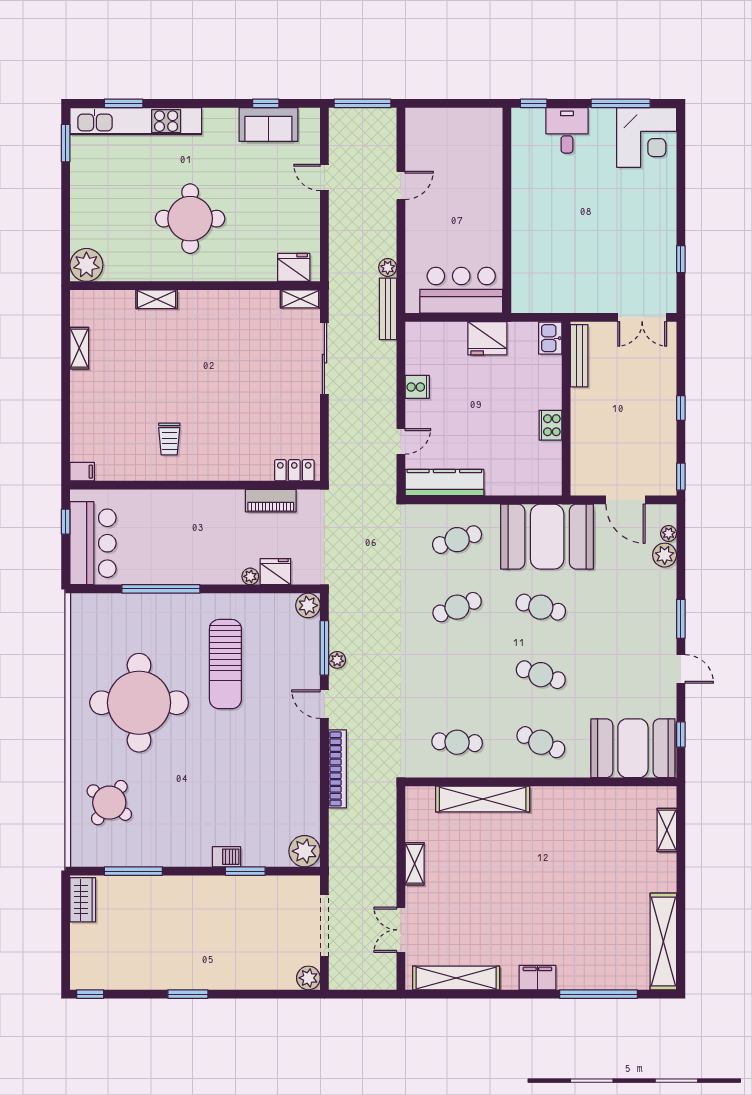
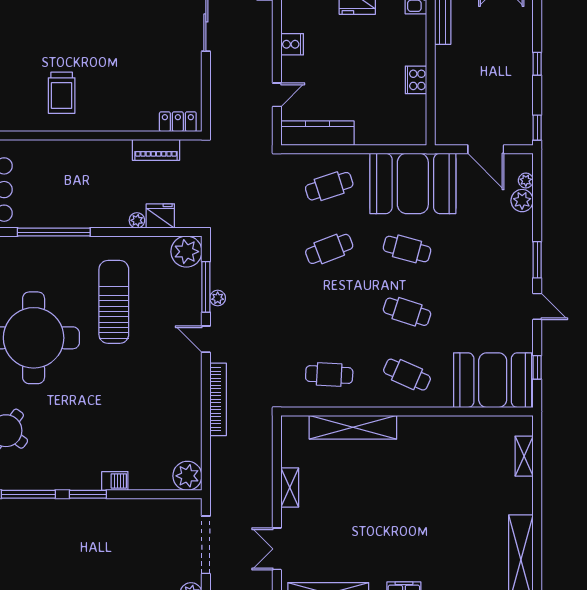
trolley: (169, 439) -> (62, 93), width x1.36, depth x1.39
plant: (308, 605) -> (186, 252), width x1.36, depth x1.36
sun lounger: (225, 664) -> (114, 302), turned 180
window: (245, 871) -> (88, 494), moved

